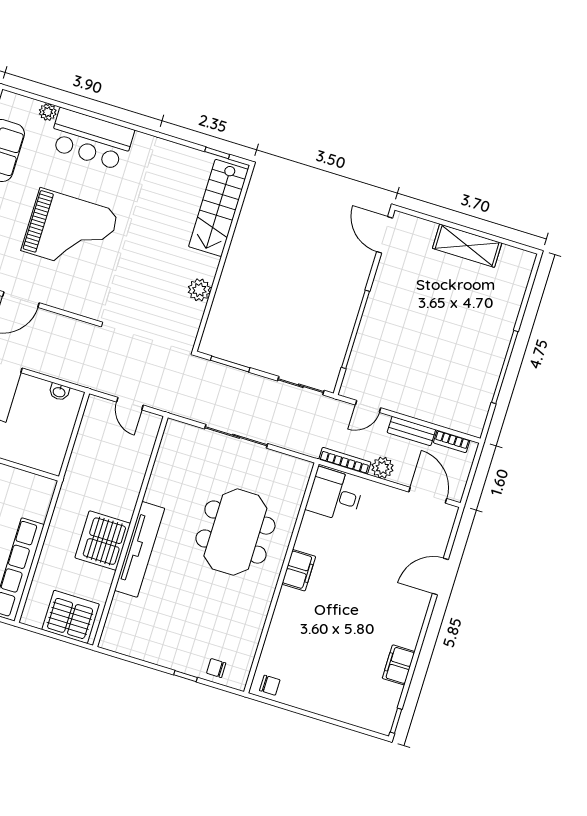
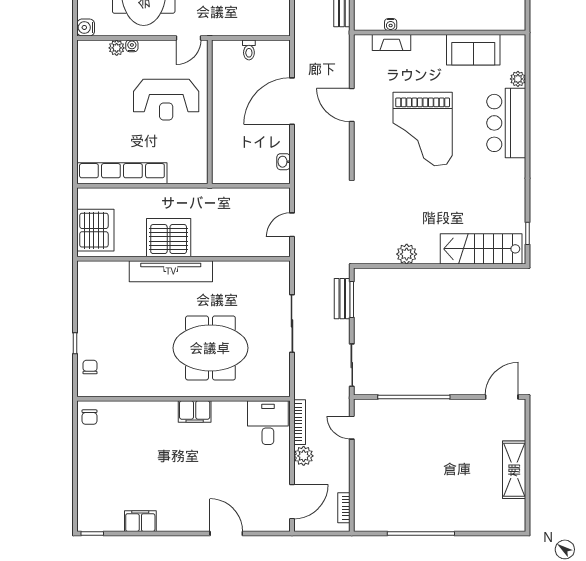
bench: (411, 431) -> (342, 299), moved

